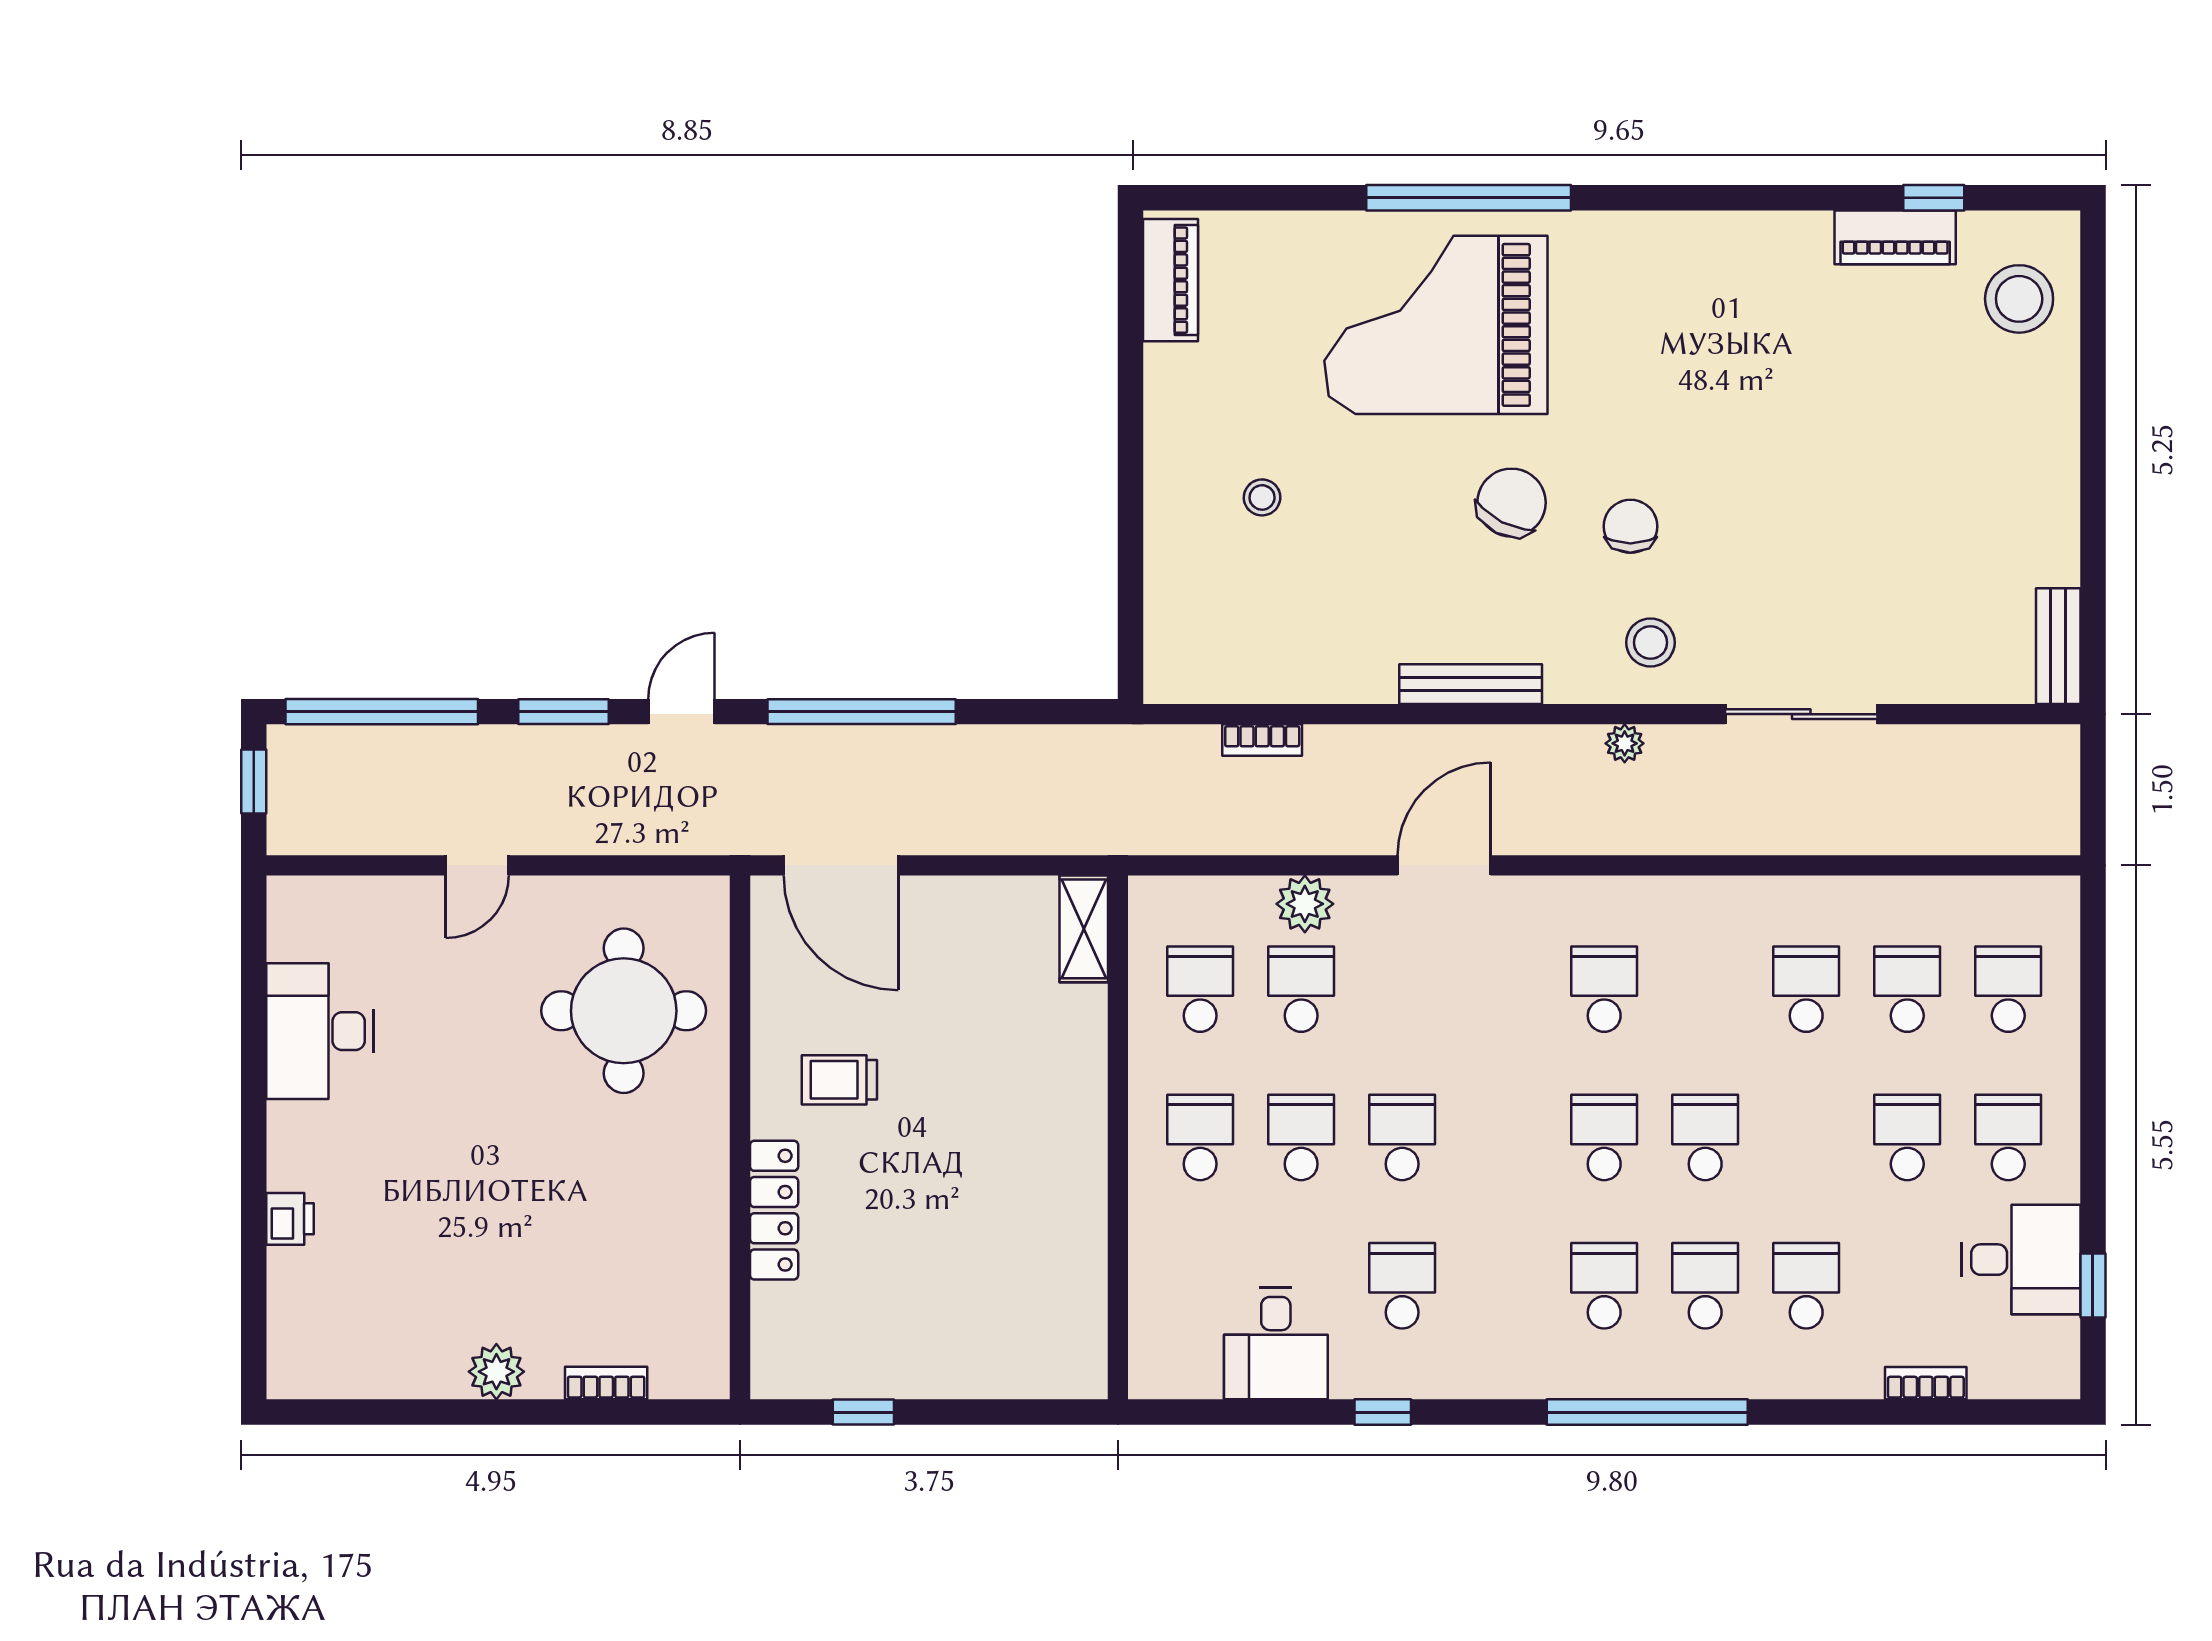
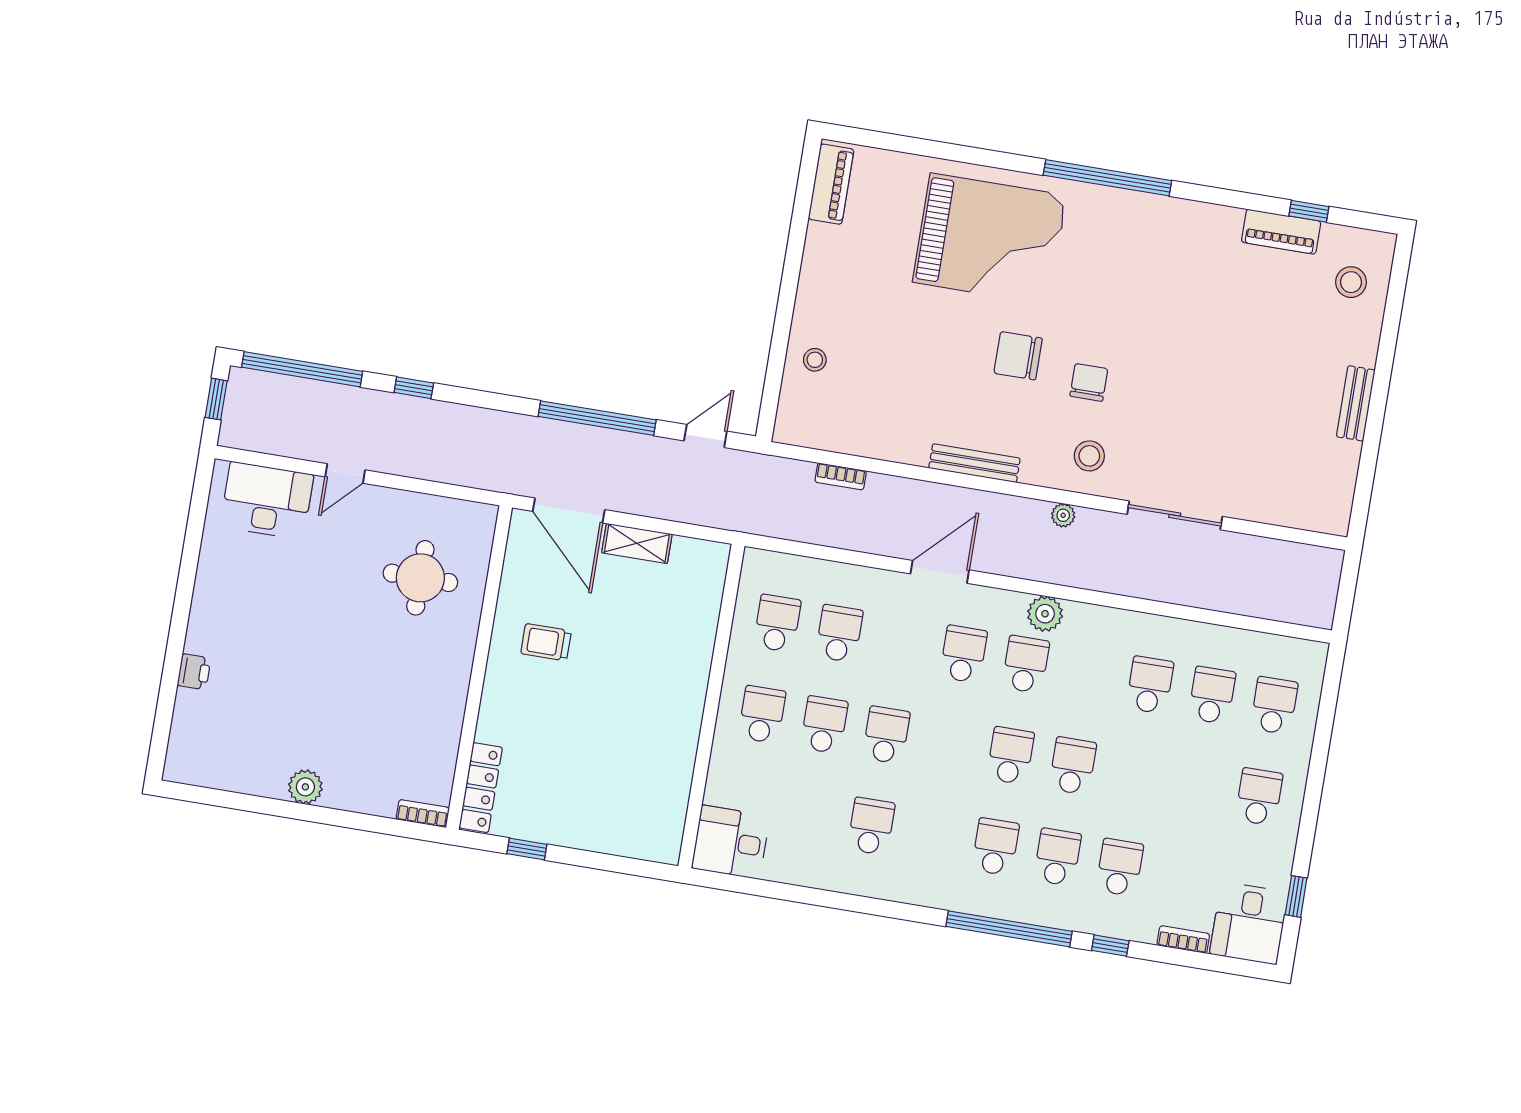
window: (1469, 198) -> (1107, 178), moved
stool: (2019, 299) -> (1351, 282), width x0.73, depth x0.73
grand piano: (1436, 325) -> (990, 239), turned 180
stool: (1262, 497) -> (815, 360), moved
chair: (1511, 503) -> (1018, 356), turned -117
bench: (2058, 646) -> (1356, 403), moved
window: (563, 712) -> (414, 388), width x0.67
door: (681, 712) -> (705, 436), moved
plant: (1305, 904) -> (1045, 614), moved
shelving: (1084, 929) -> (637, 543), moved, turned 90
round table: (624, 1011) -> (420, 578), width x0.73, depth x0.73
desk: (320, 1031) -> (267, 501), moved, turned 90
school desk: (1907, 1137) -> (963, 654), moved
locker: (774, 1210) -> (481, 788), moved
desk: (2021, 1260) -> (1249, 923), moved, turned 90
desk: (1276, 1344) -> (731, 842), moved, turned 90
bookcase: (606, 1383) -> (423, 813), moved
window: (1383, 1412) -> (1110, 946), moved

